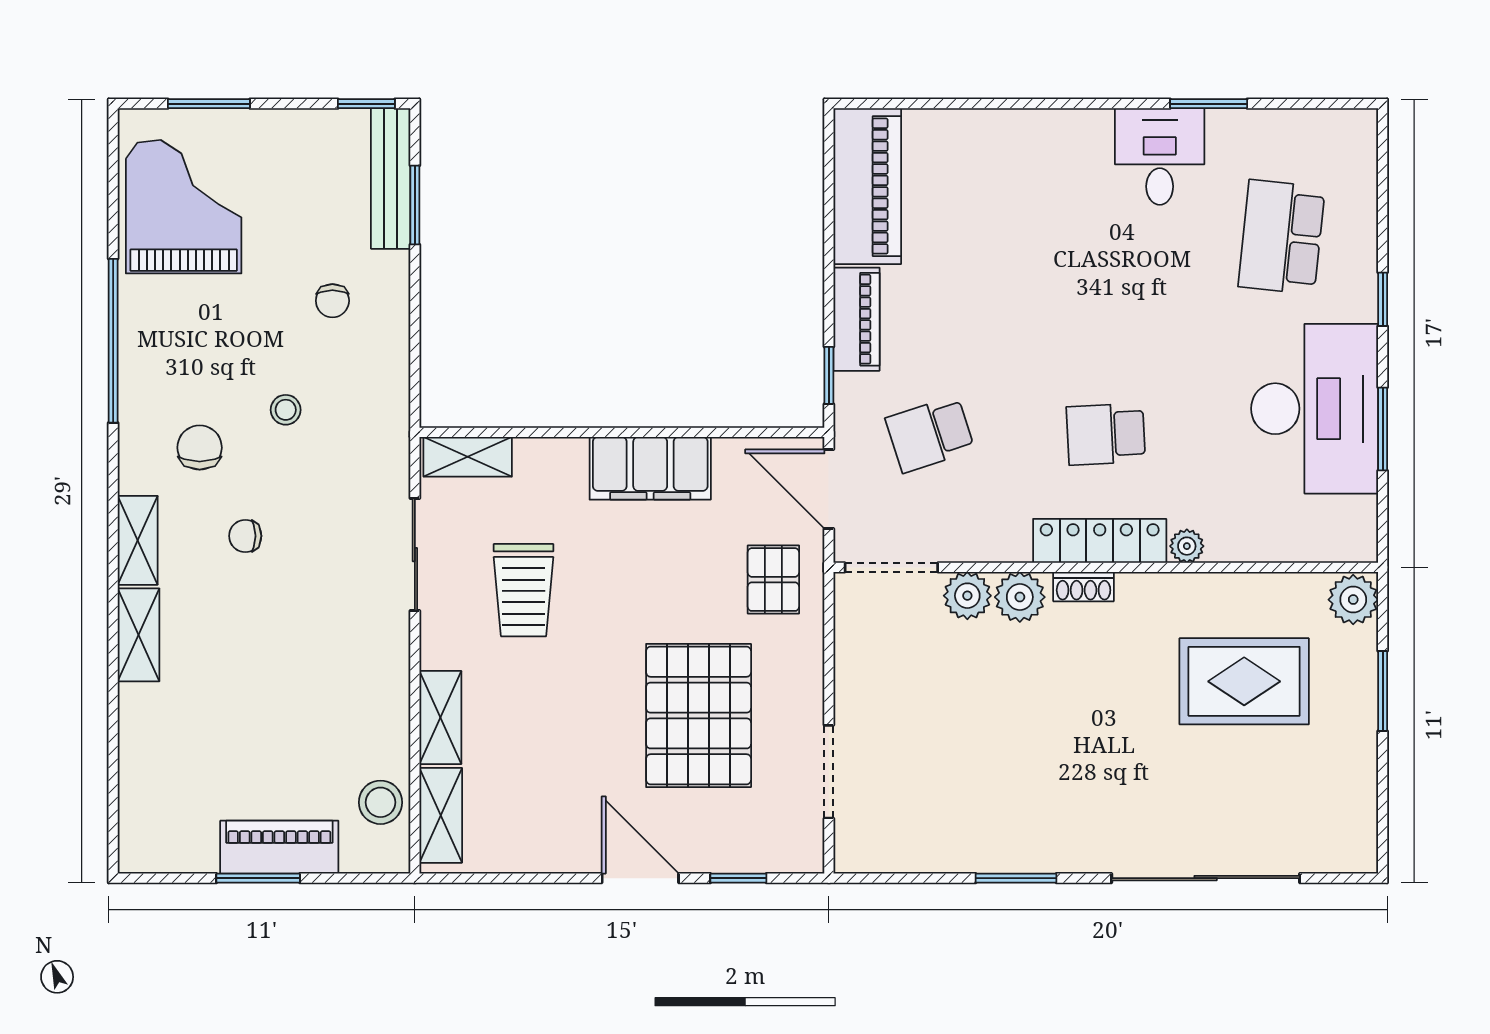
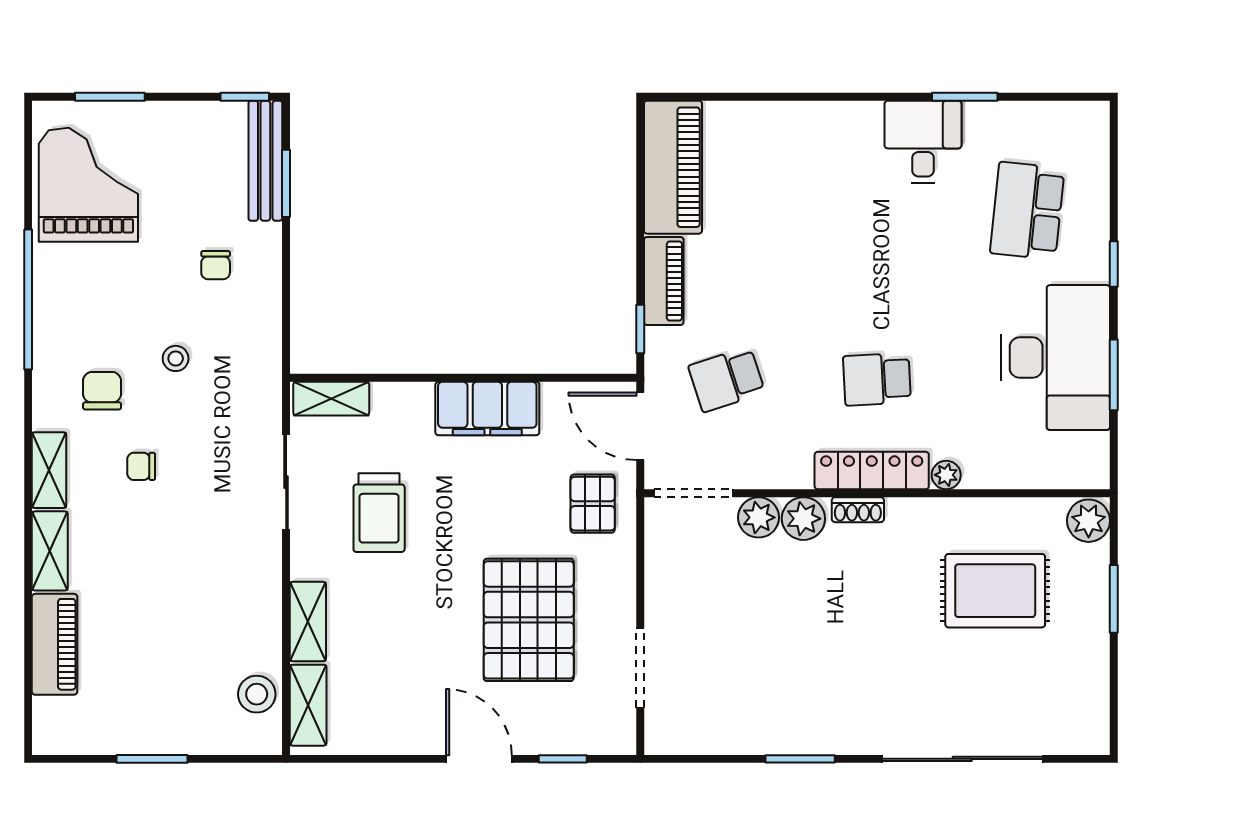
piano: (279, 847) -> (55, 644), moved, turned 90

